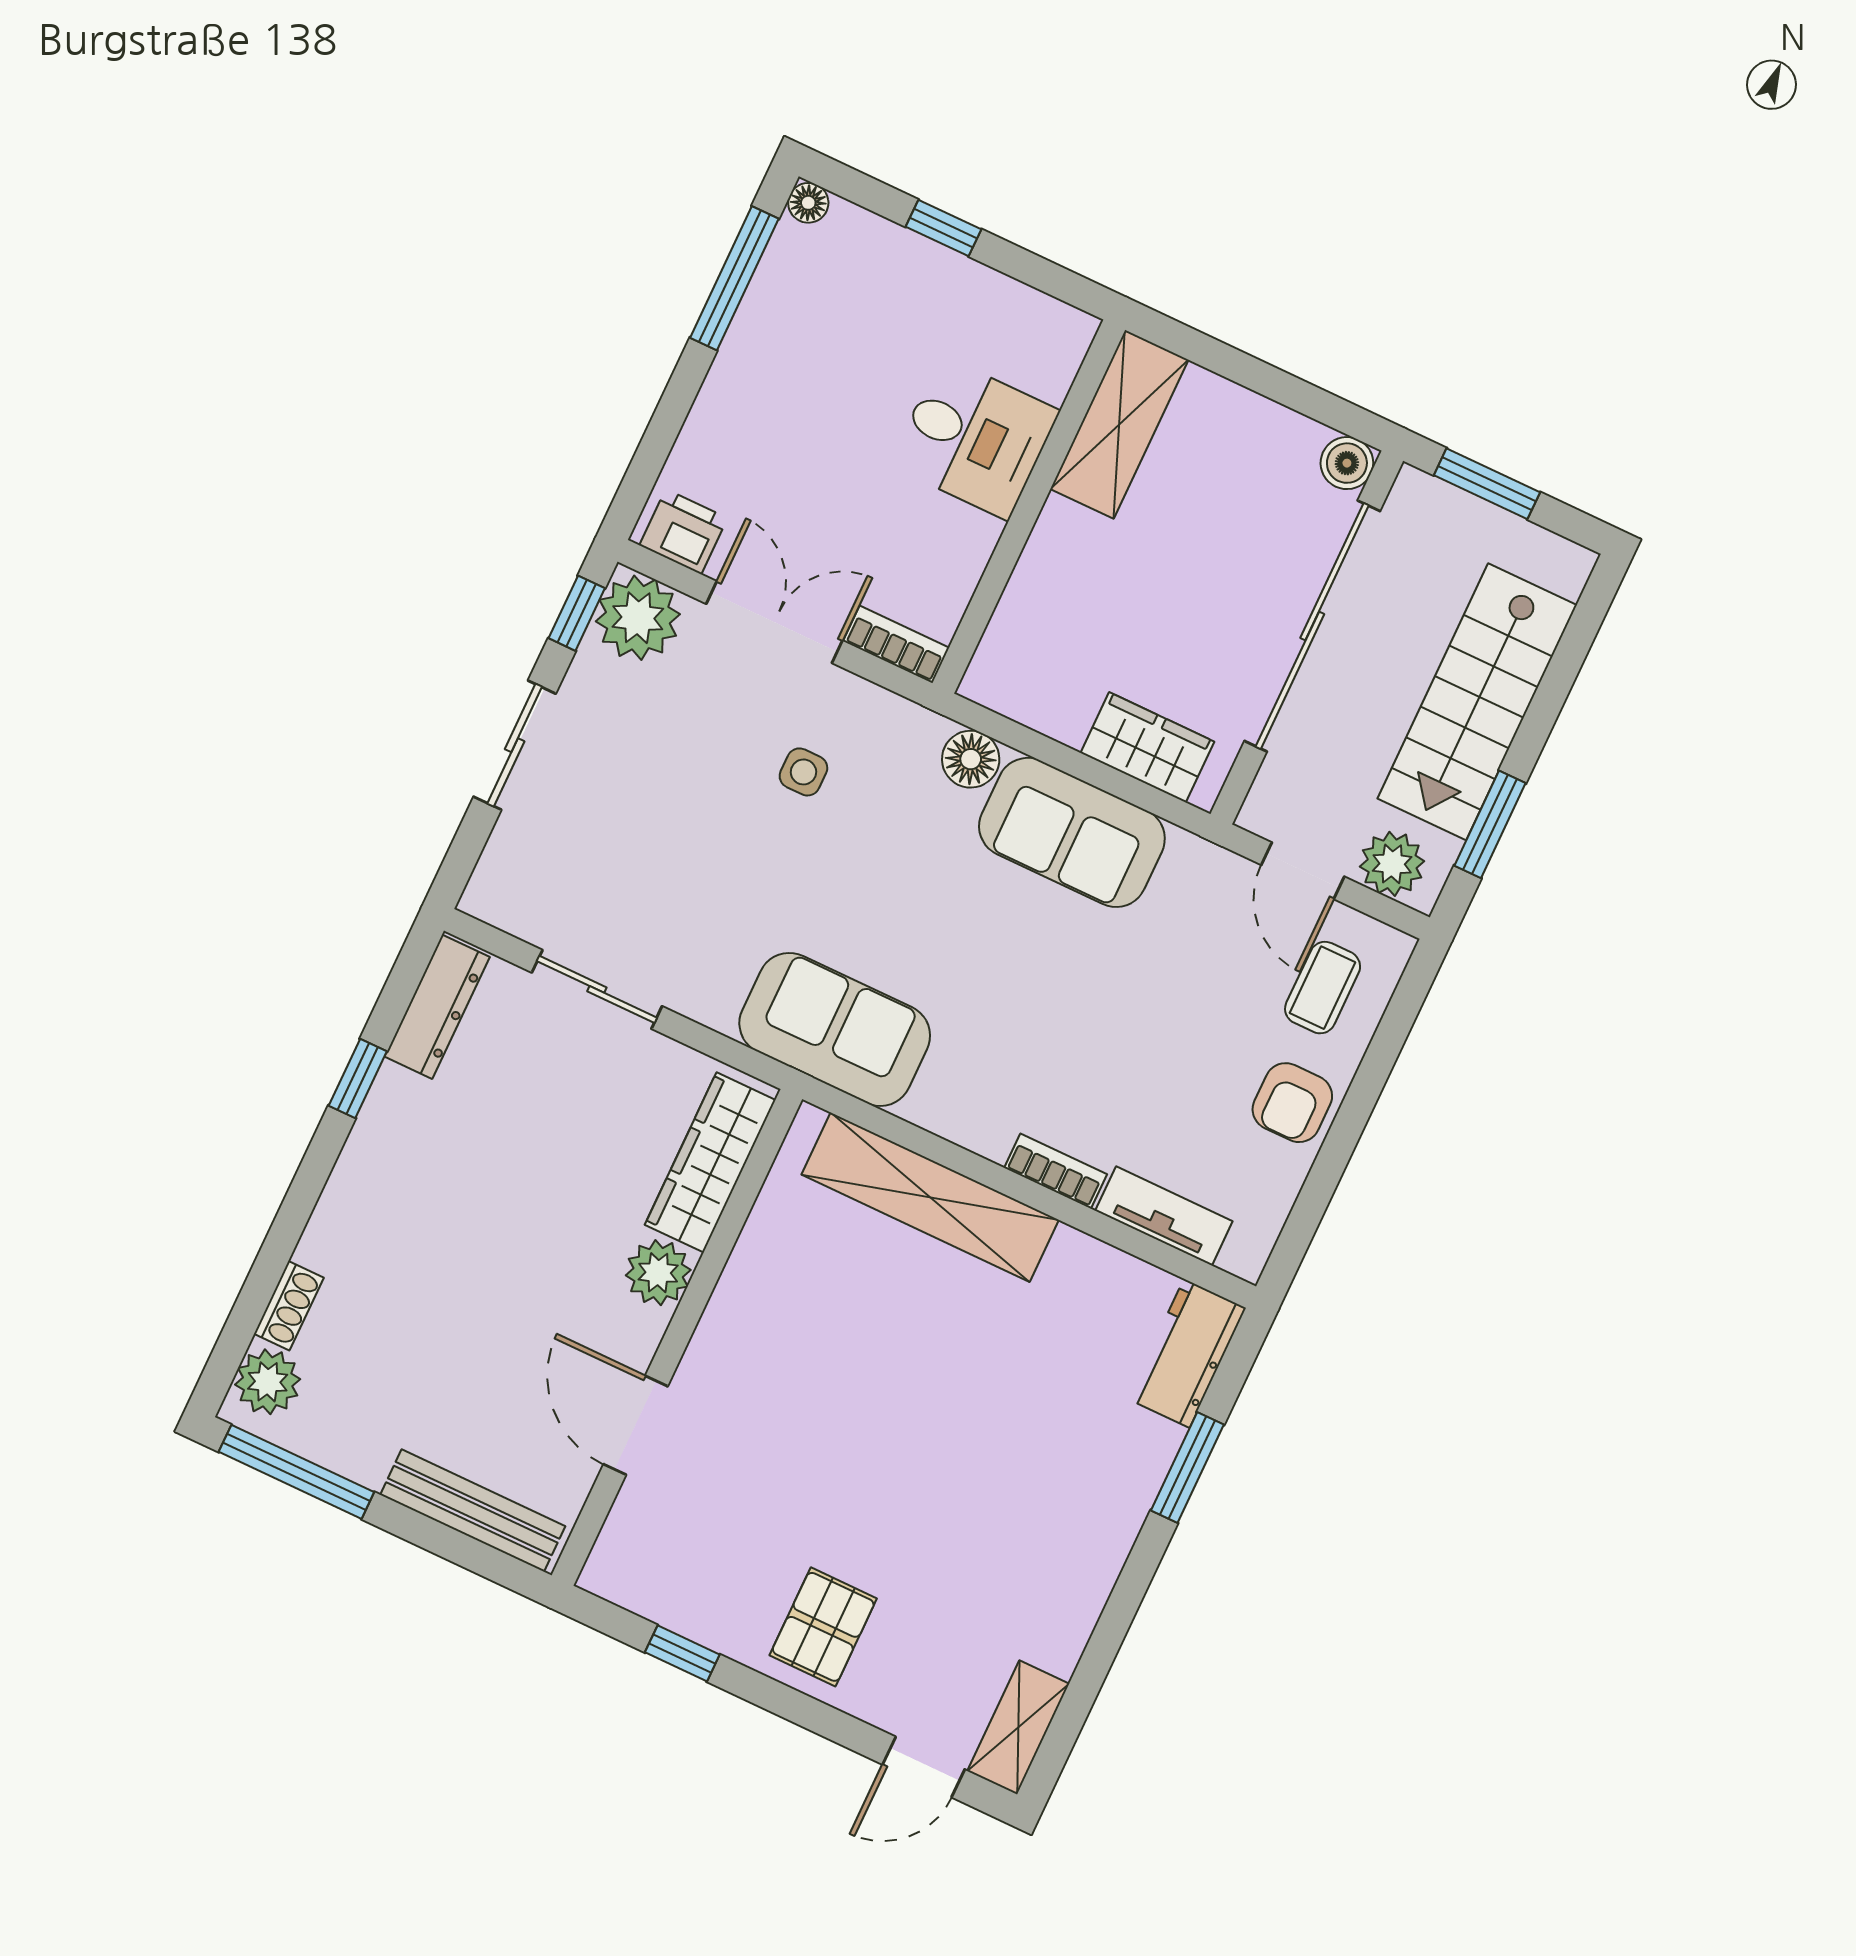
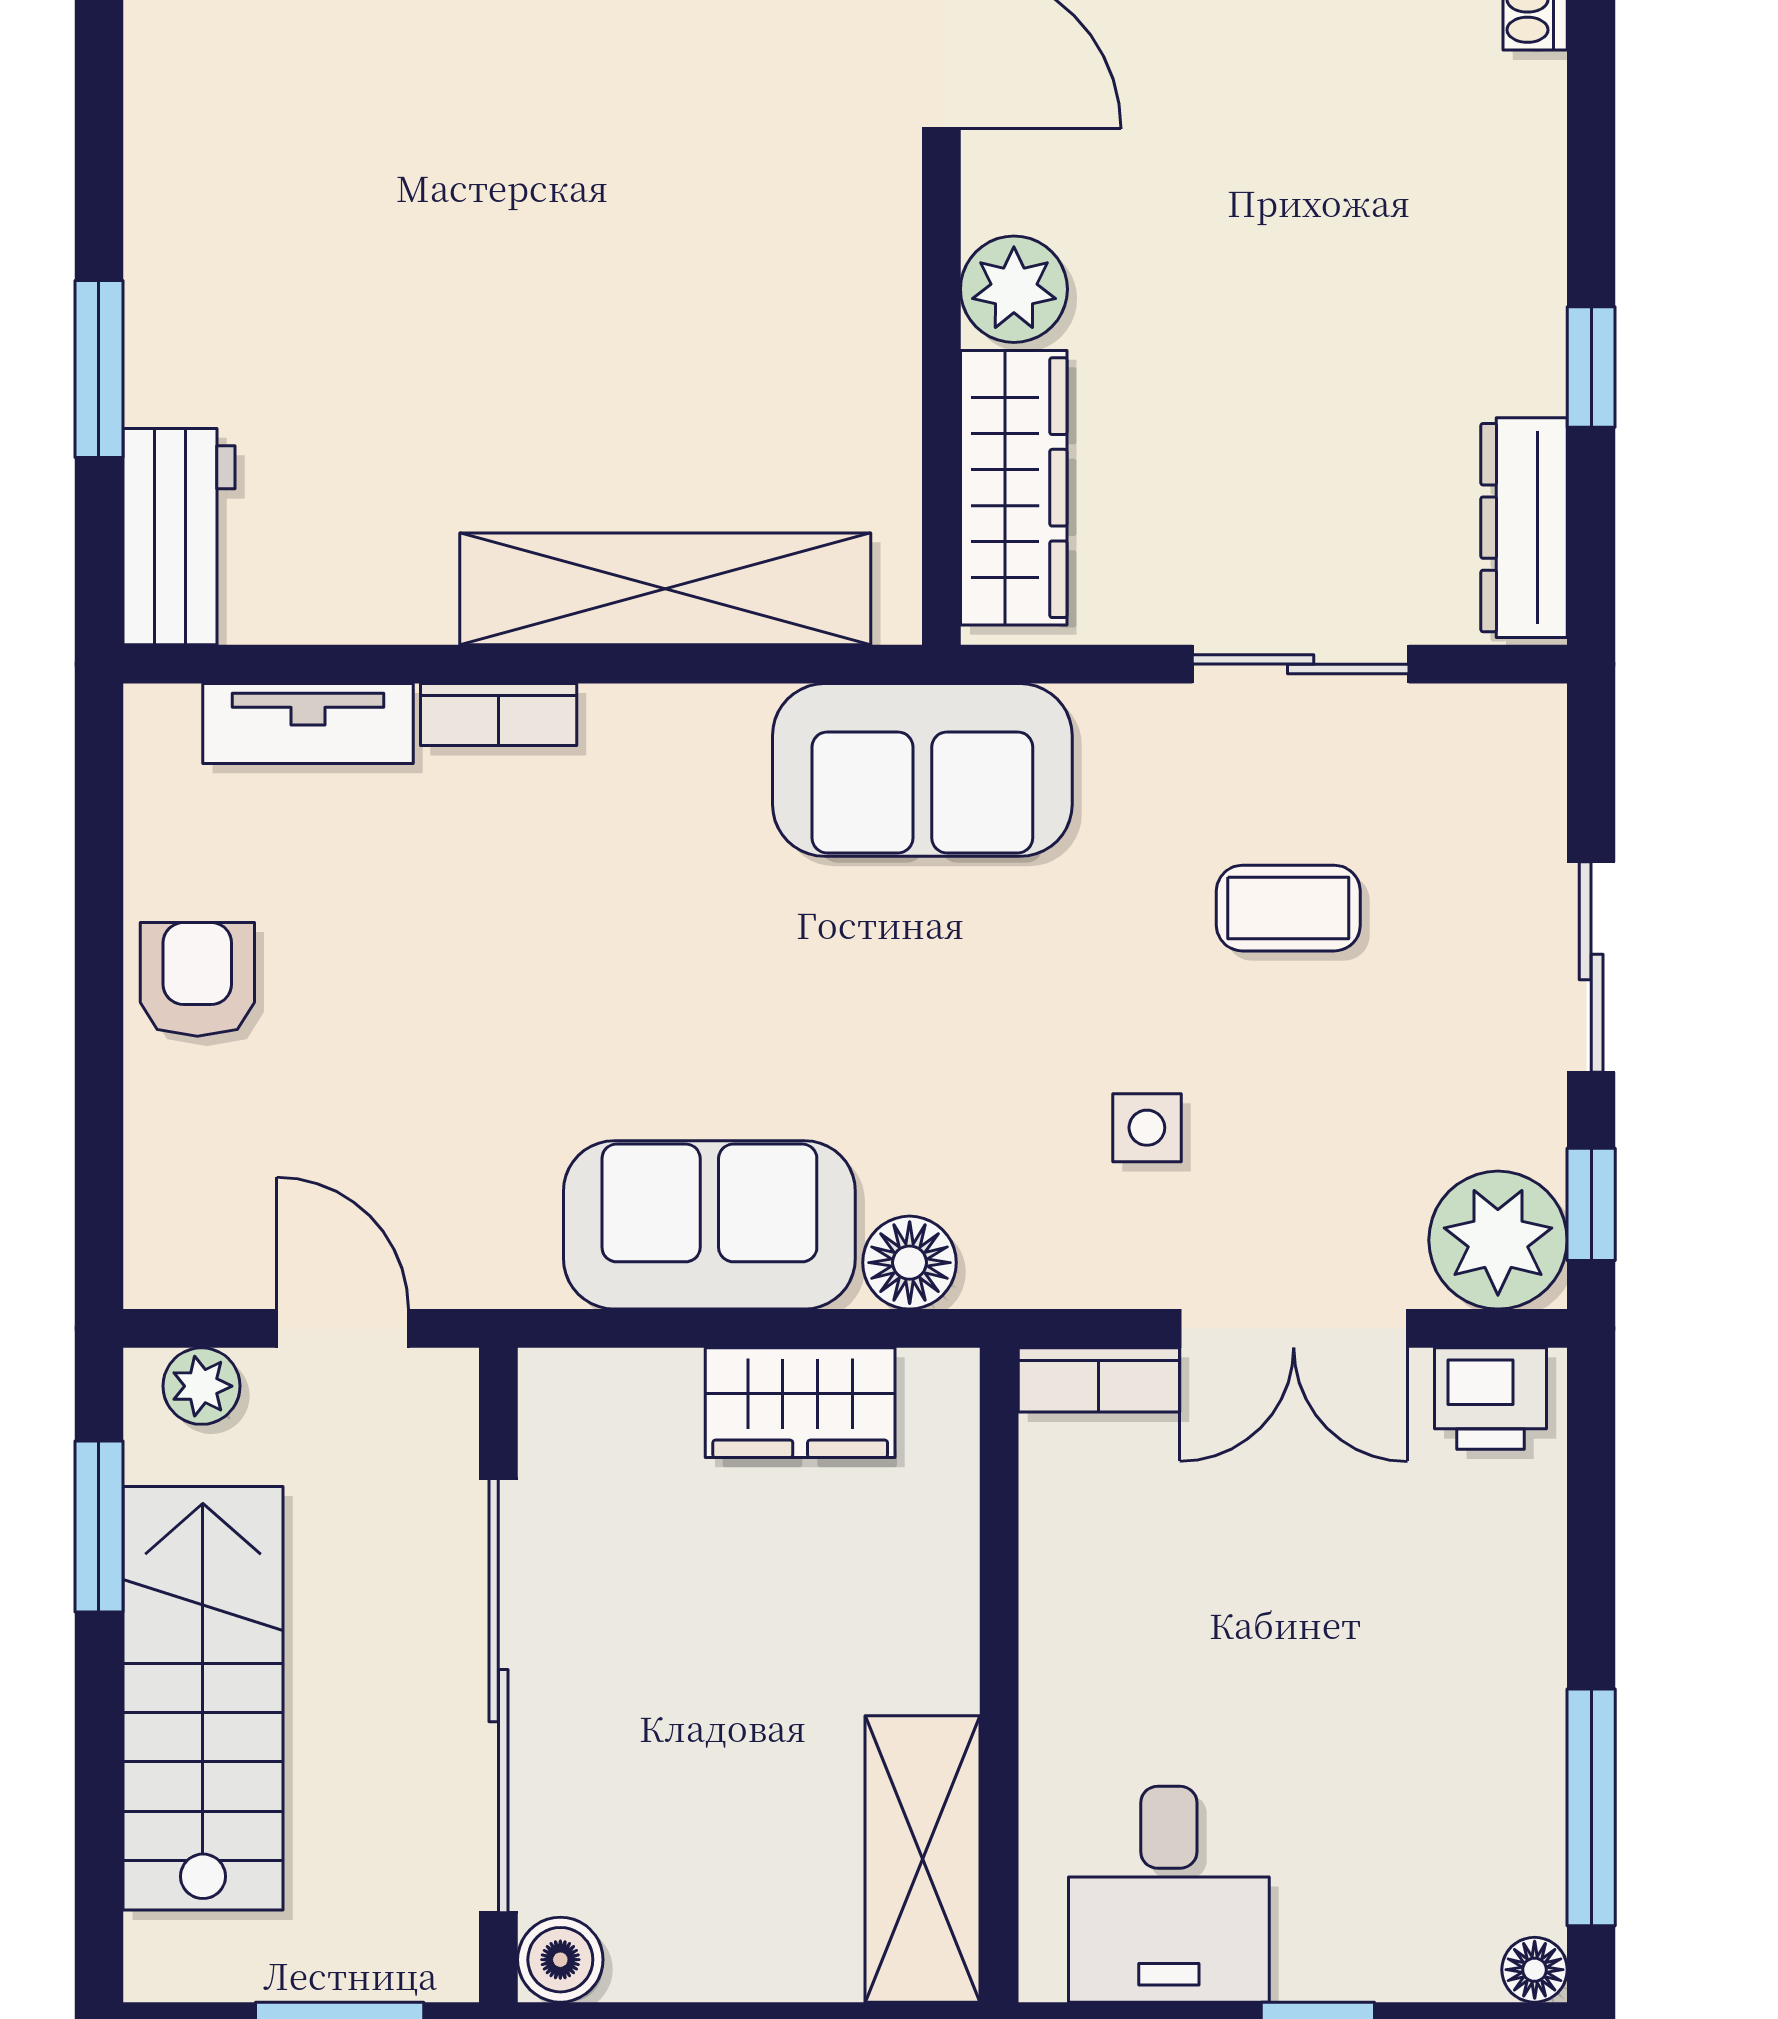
desk: (975, 438) -> (1169, 1894), moved, turned -90
wardrobe: (1147, 747) -> (800, 1403), moved
plant: (1392, 864) -> (202, 1386), width x0.73, depth x0.73
coffee table: (1323, 988) -> (1288, 908), moved, turned 90

